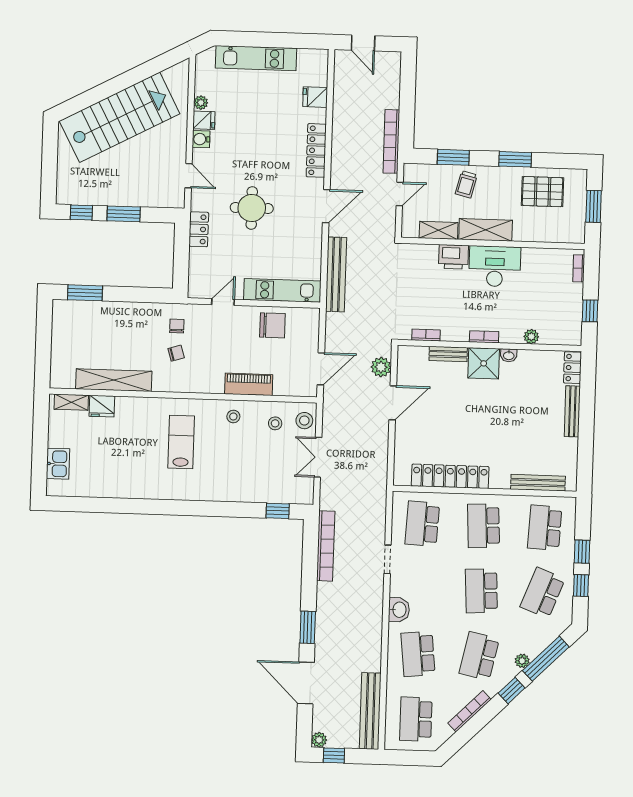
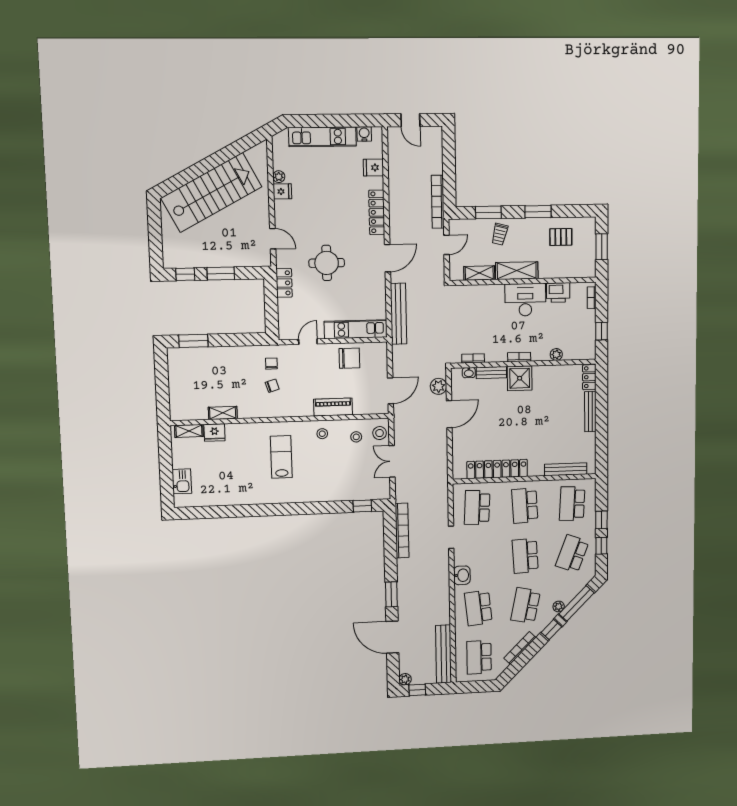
water cooler: (201, 139) -> (364, 134), moved, turned 90
pallet: (542, 192) -> (561, 237), width x0.67, depth x0.71
printer: (454, 257) -> (558, 293), moved
washbasin: (509, 355) -> (469, 373), moved
shelving: (114, 380) -> (223, 413), width x0.45, depth x0.75

